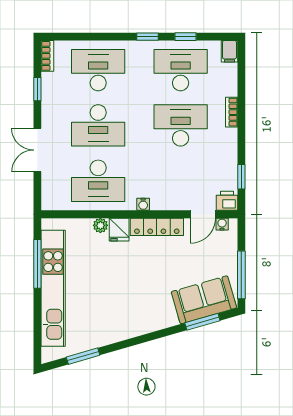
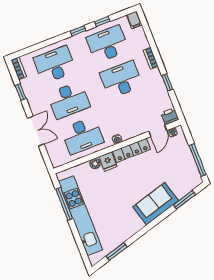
double door: (37, 150) -> (36, 131), swing flipped
window: (241, 177) -> (167, 82), moved
sofa: (204, 300) -> (156, 204), moved

